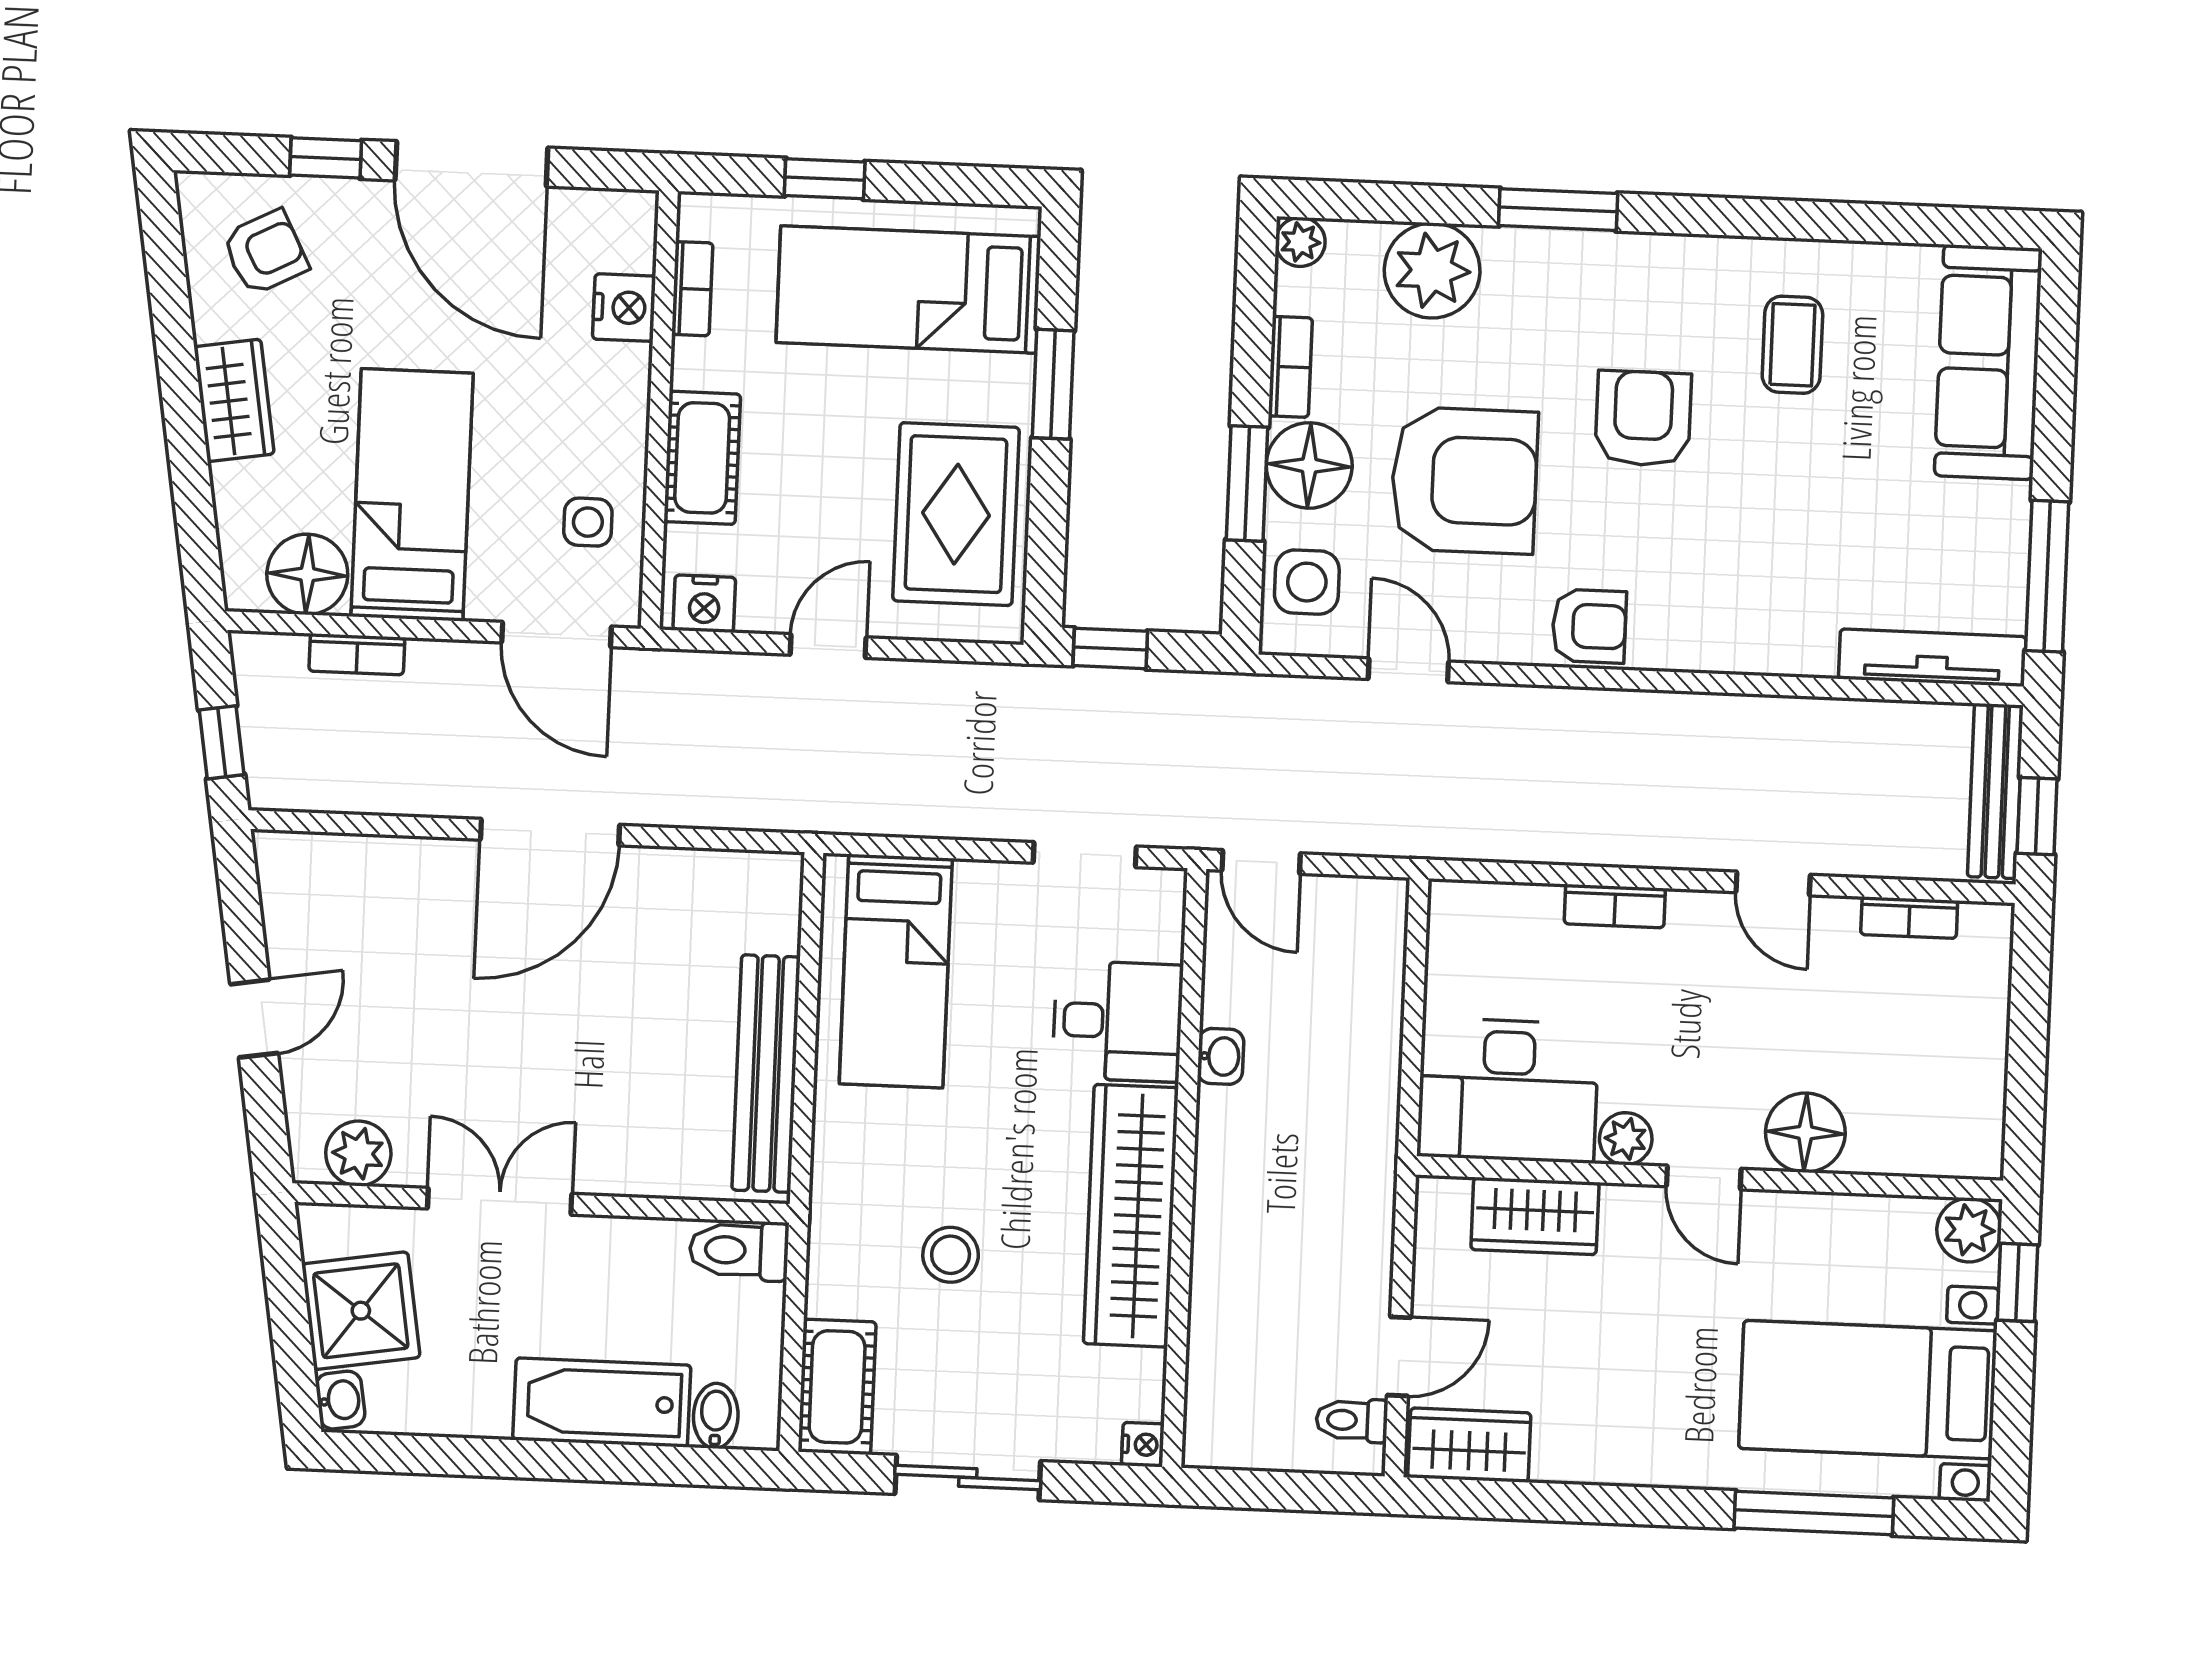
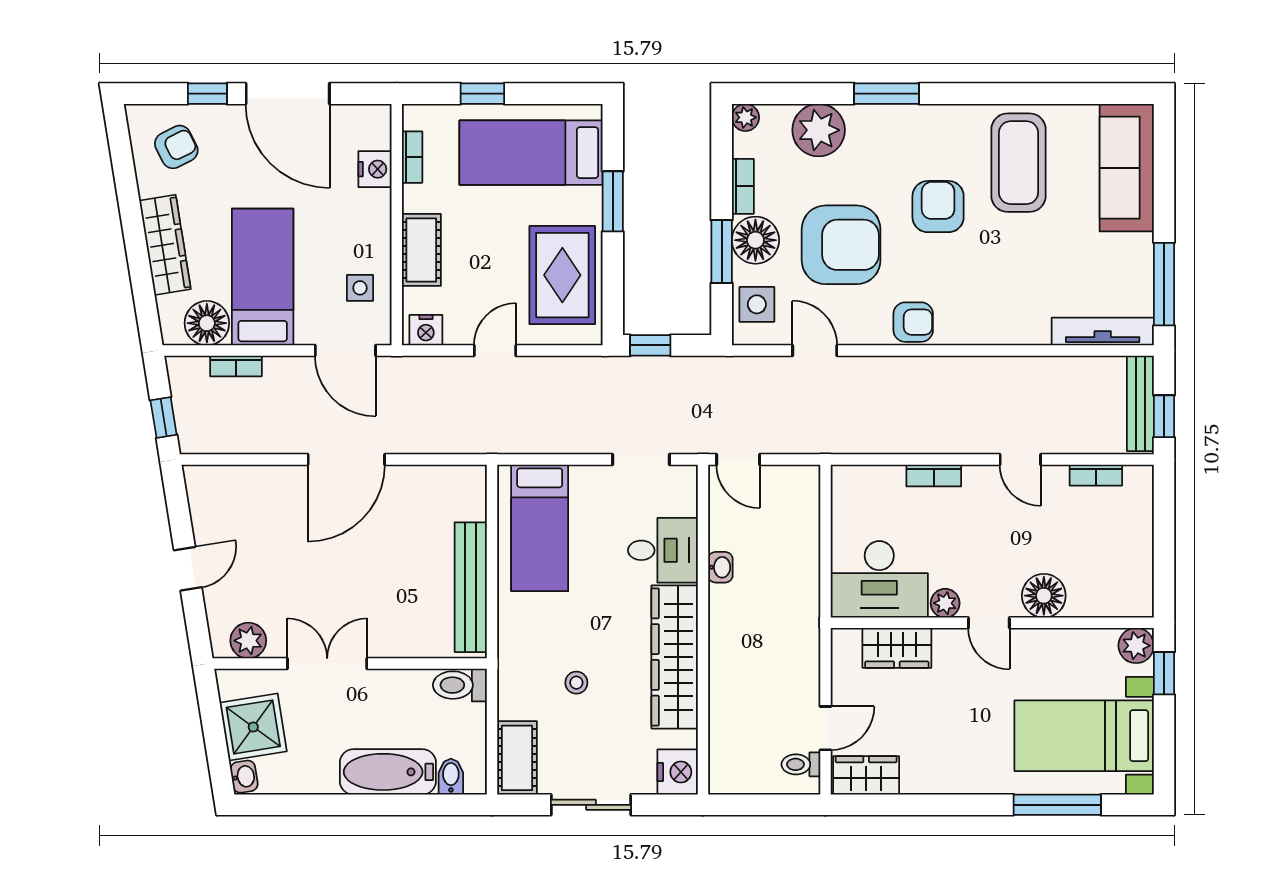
coffee table: (1792, 345) -> (1019, 163), width x1.86, depth x1.72
wardrobe: (234, 400) -> (165, 245), width x1.50
stool: (951, 1255) -> (576, 683), width x0.73, depth x0.73
nightstand: (1143, 1445) -> (678, 772), width x1.89, depth x1.79

